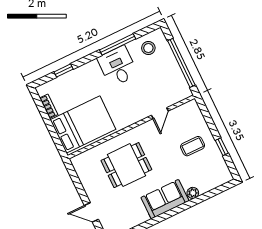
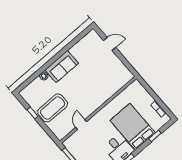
bed: (83, 125) -> (133, 127), moved, turned 90
coffee table: (193, 146) -> (53, 108), width x1.86, depth x1.72
dining table: (126, 165) -> (94, 83), removed

